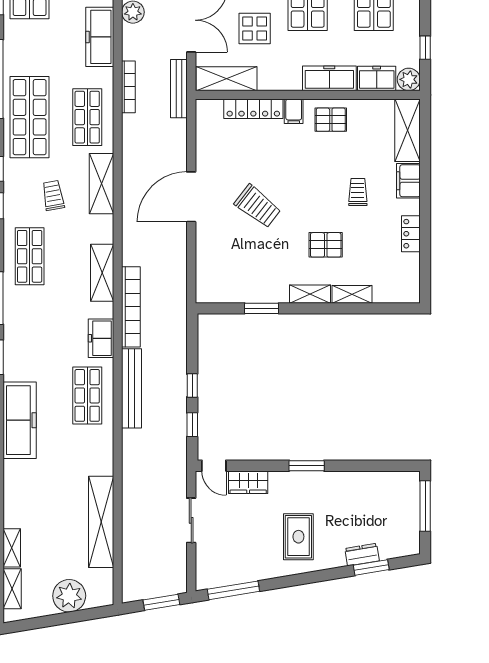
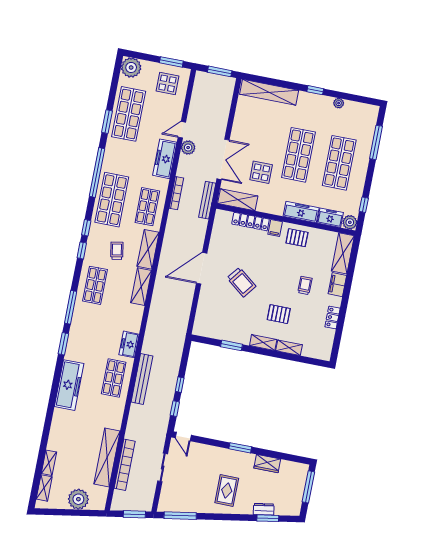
shelving: (102, 273) -> (141, 287), moved
bookcase: (131, 307) -> (125, 465), moved
wardrobe: (248, 482) -> (267, 464), moved

